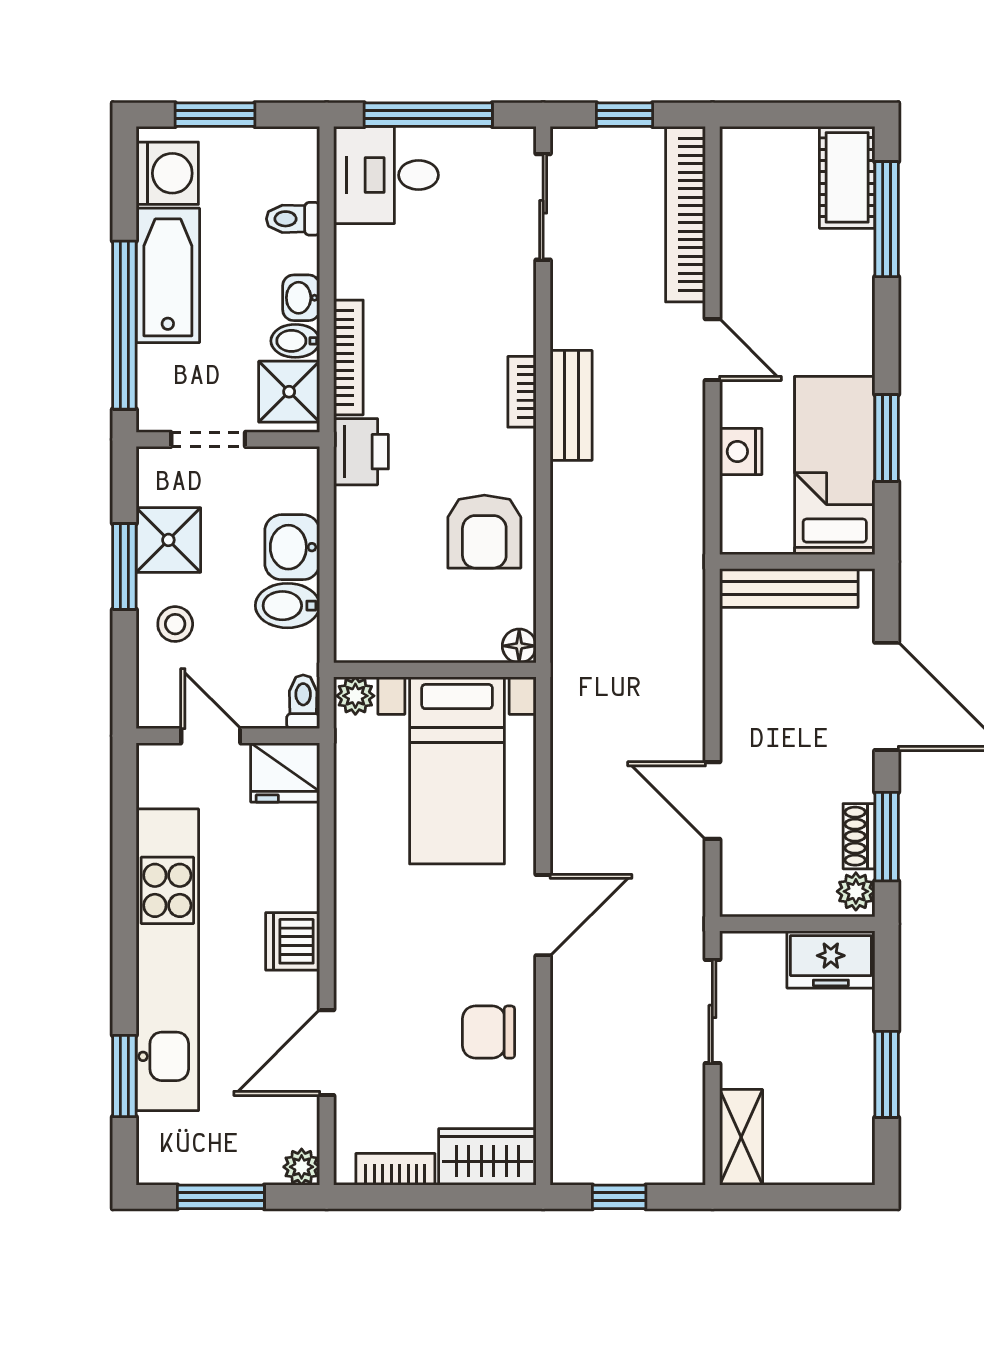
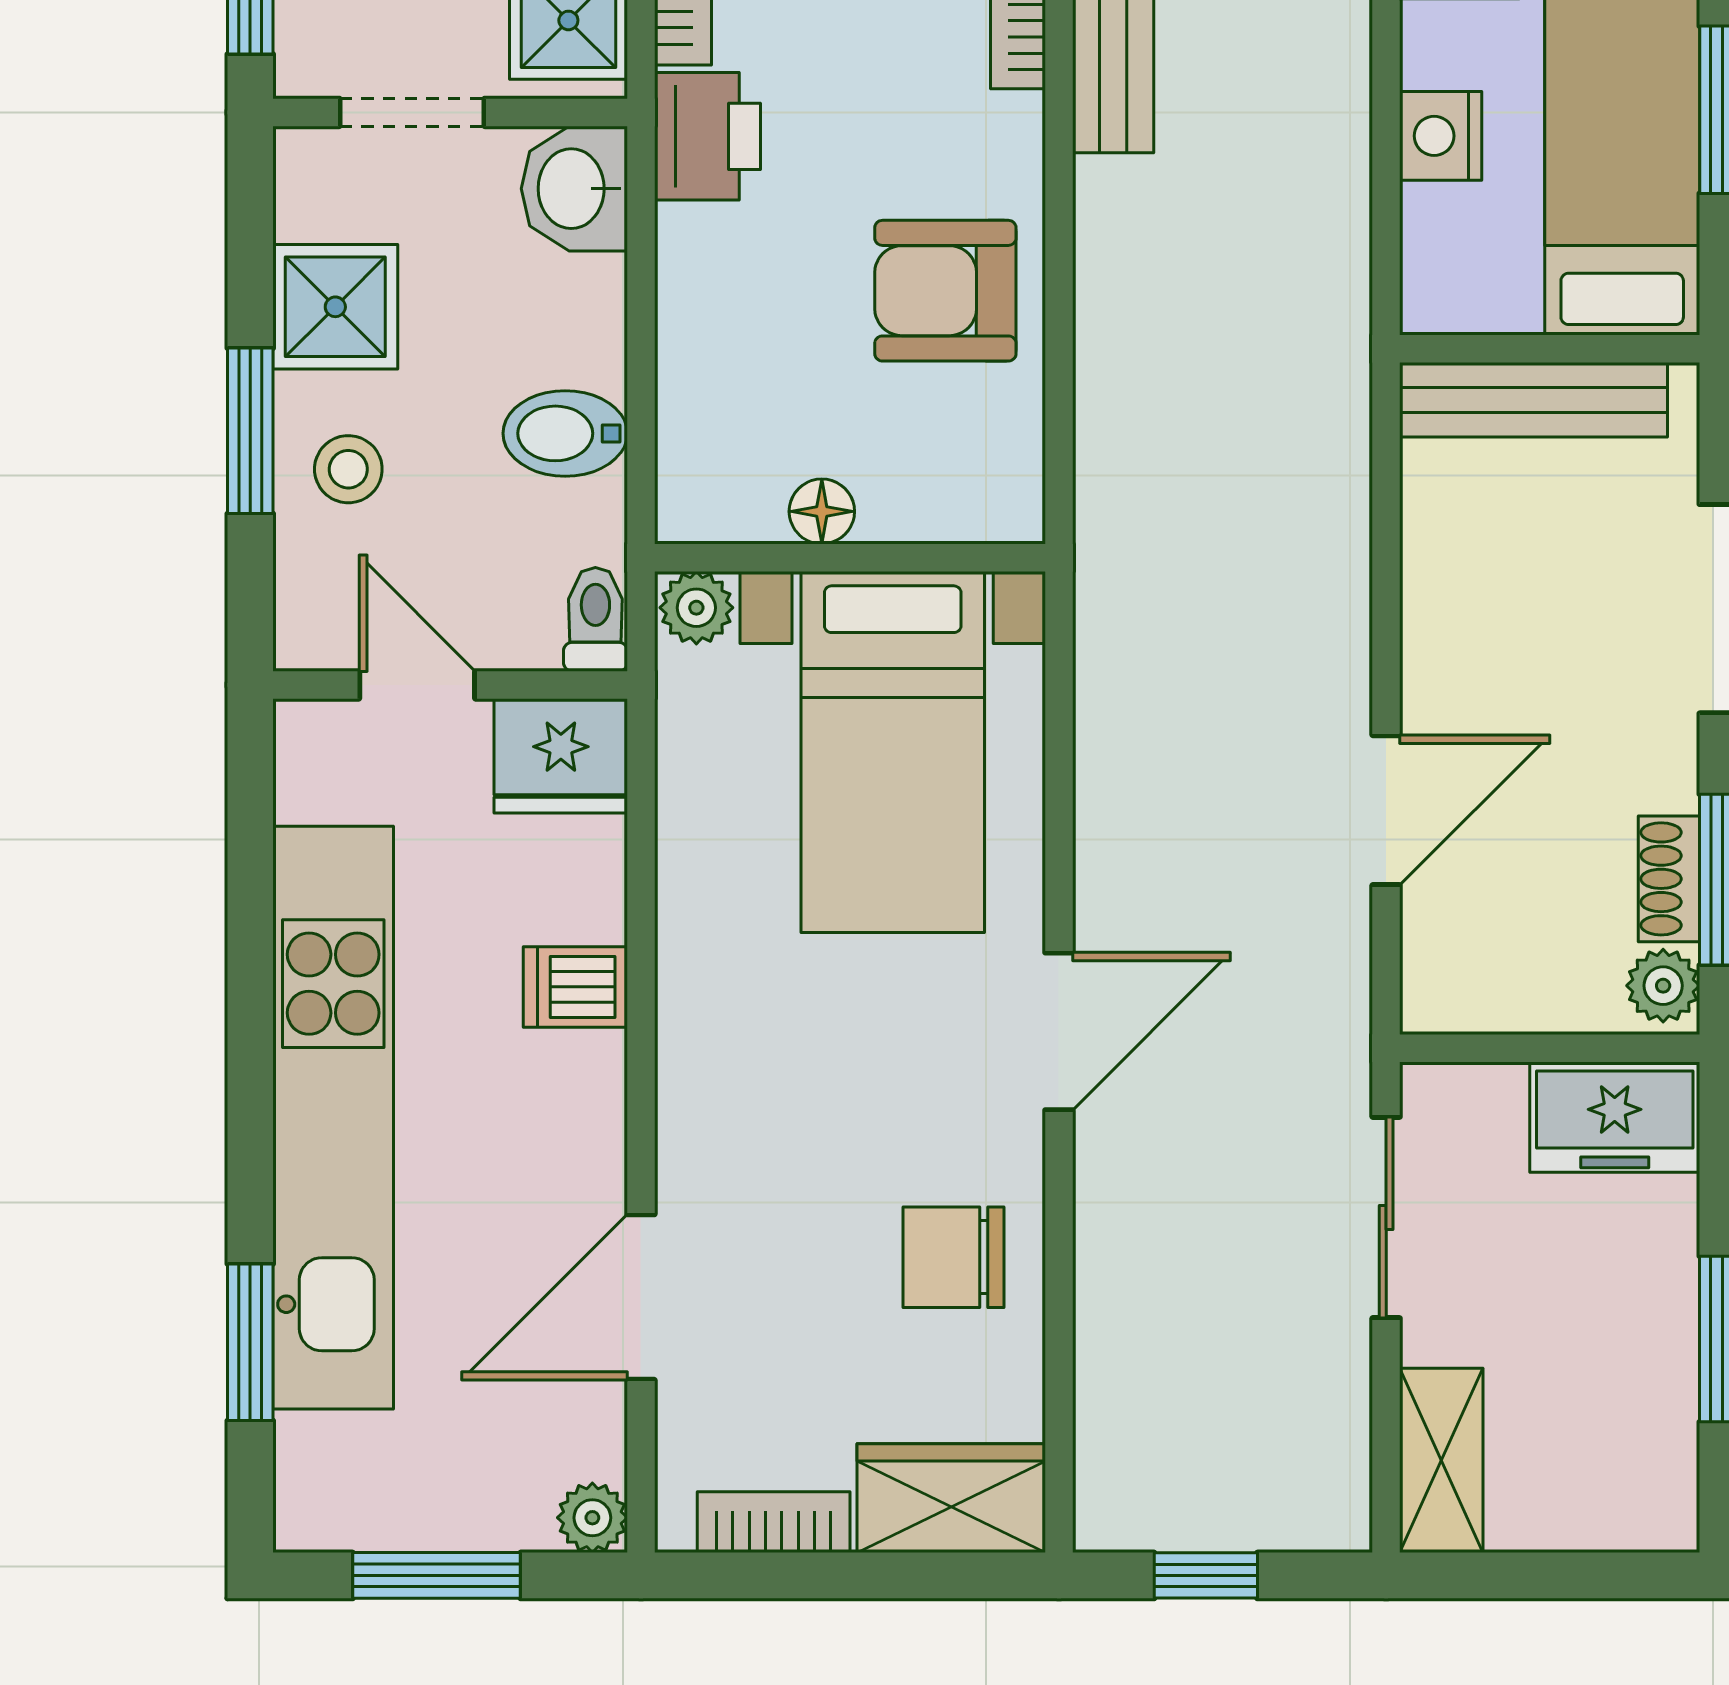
armchair: (484, 532) -> (945, 291), turned 90
washbasin: (292, 547) -> (574, 189), moved
window: (124, 566) -> (250, 431), moved
floor lamp: (519, 646) -> (822, 511), moved
door: (712, 801) -> (1386, 810), swing flipped
dishwasher: (293, 941) -> (575, 987), moved, width x0.73

